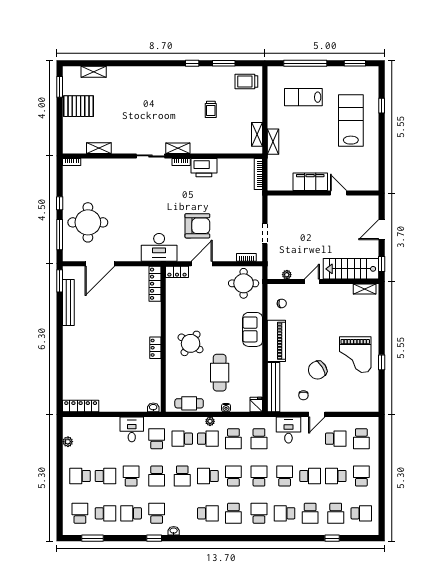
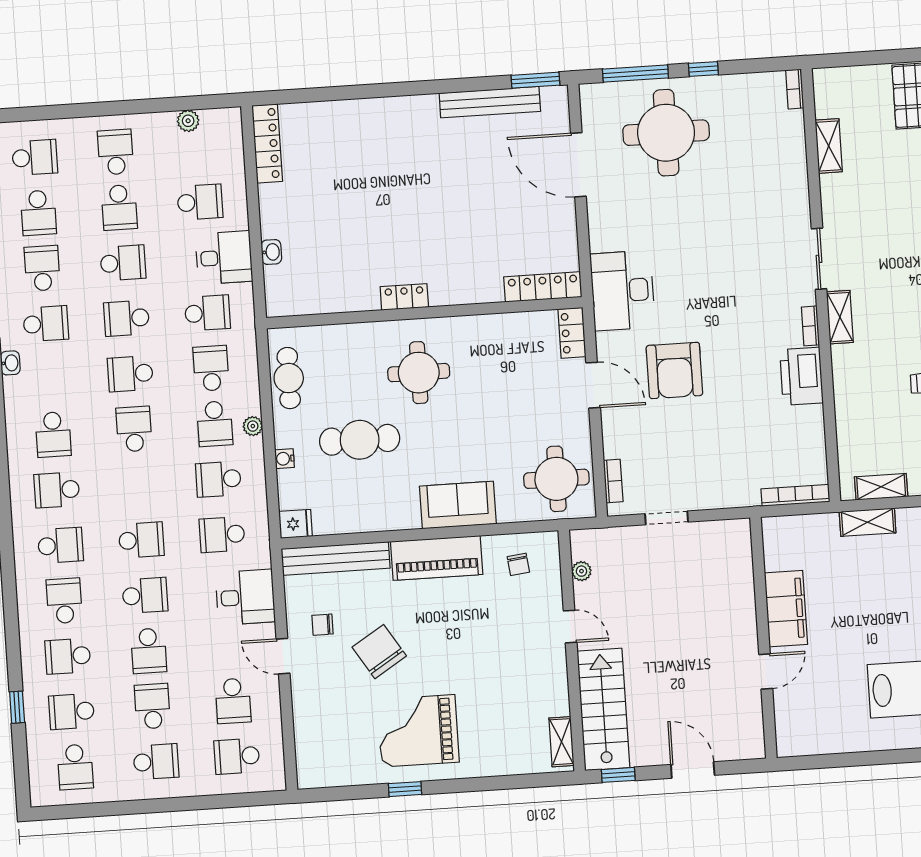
round table: (191, 343) -> (419, 373), turned -34
washbasin: (153, 407) -> (271, 252), moved
school desk: (233, 476) -> (200, 202), moved

